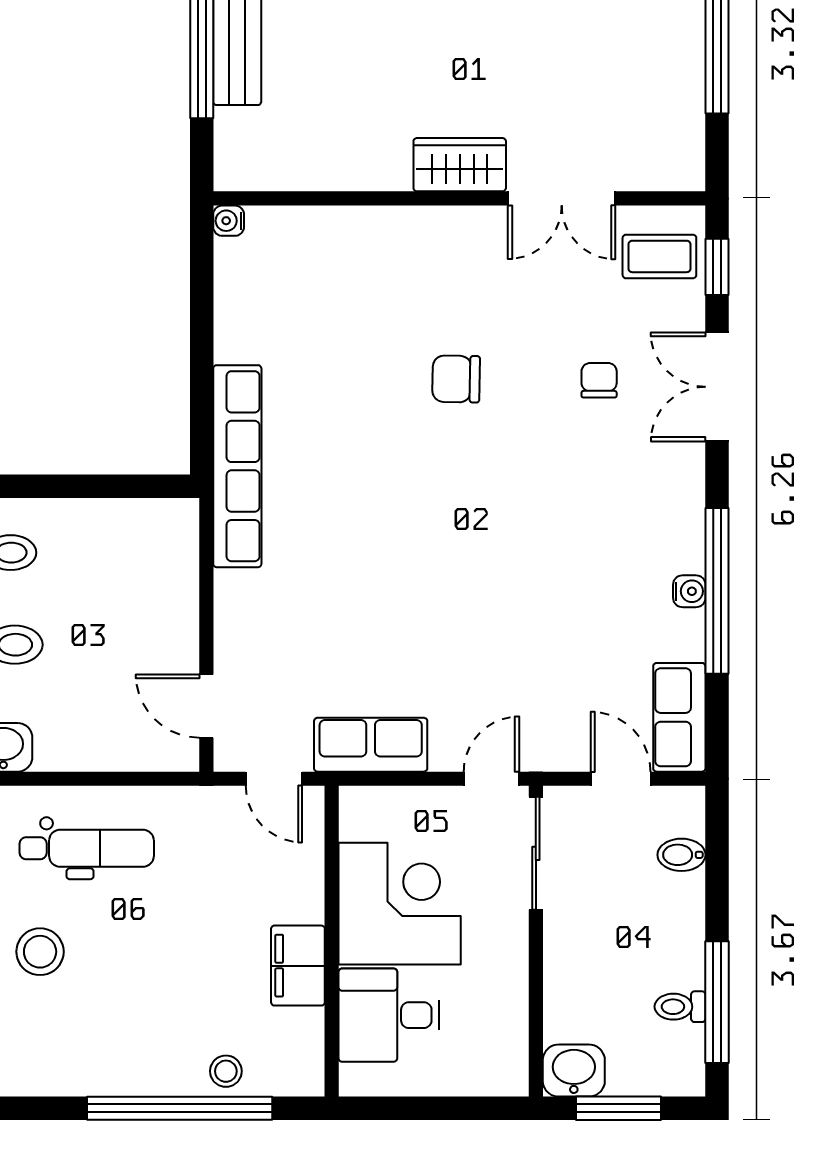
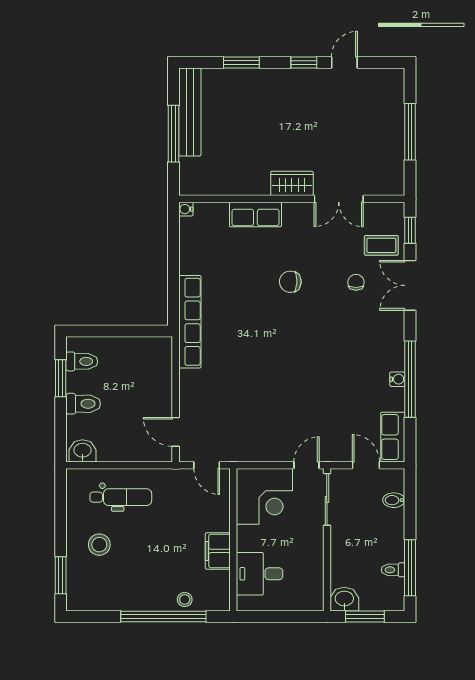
coffee table: (659, 256) -> (381, 245), moved
row of seats: (371, 745) -> (255, 214), moved, turned 180
corner desk: (400, 904) -> (264, 496), moved, turned 90

